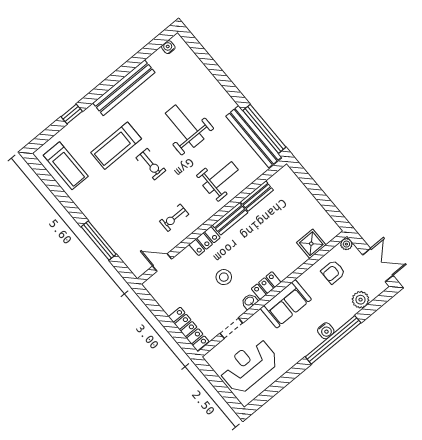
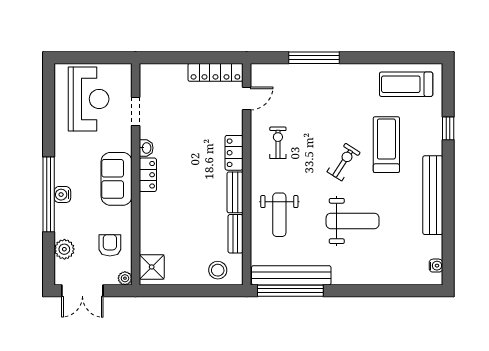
exercise bike: (151, 164) -> (344, 162), turned 123
shower: (311, 244) -> (152, 267), moved
stool: (224, 277) -> (218, 270), moved
locker: (189, 329) -> (215, 72), moved

